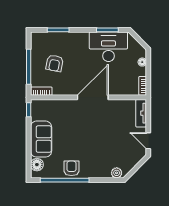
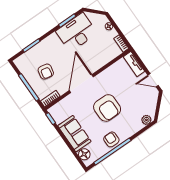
door: (93, 97) -> (81, 84), moved
armchair: (88, 136) -> (107, 108), added

